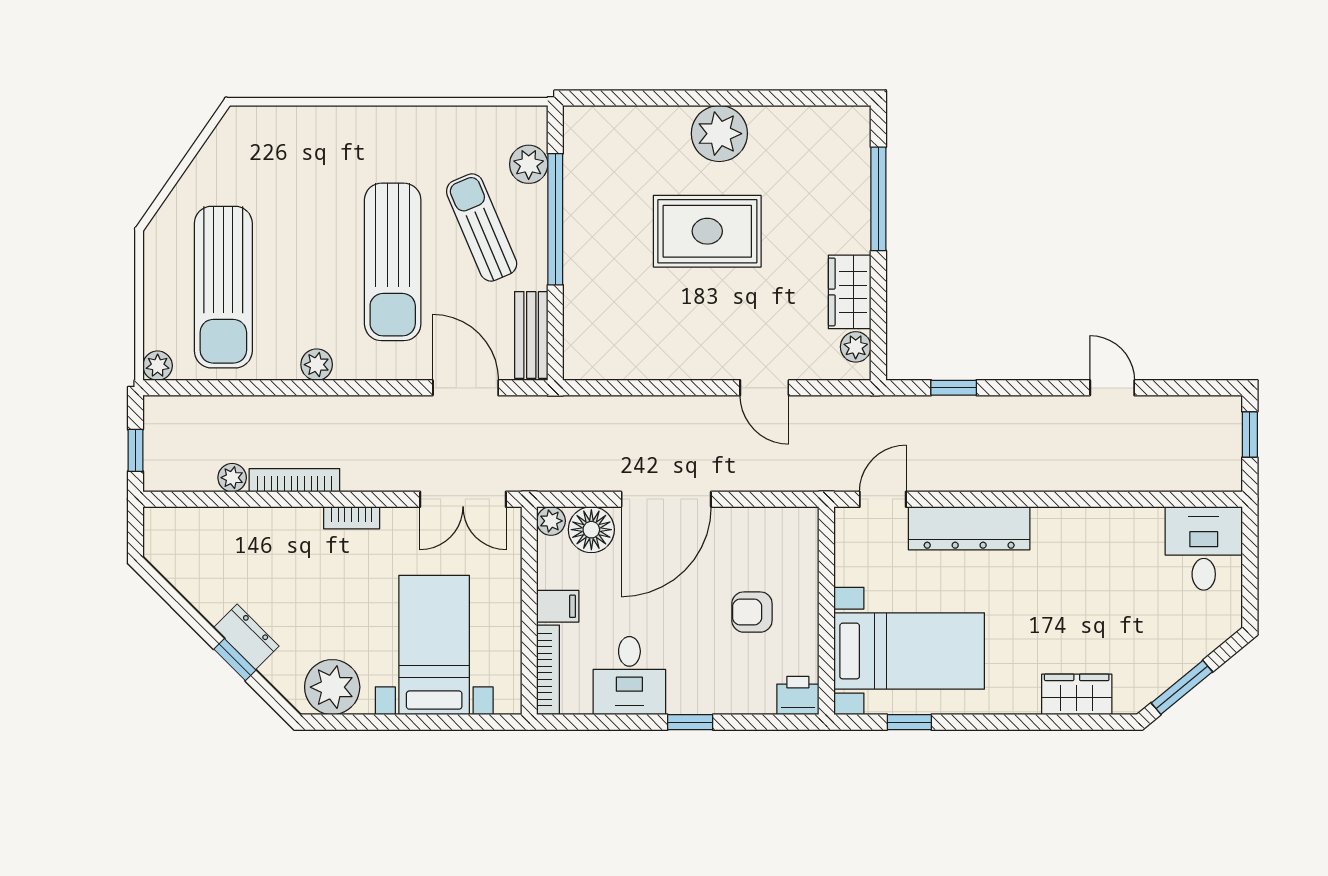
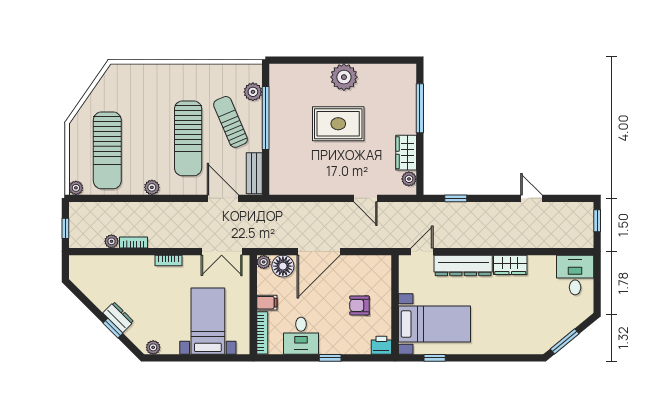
bookcase: (294, 480) -> (133, 243), width x0.64
plant: (332, 687) -> (153, 347), width x0.53, depth x0.53
wardrobe: (1077, 694) -> (510, 265), moved, turned 180

